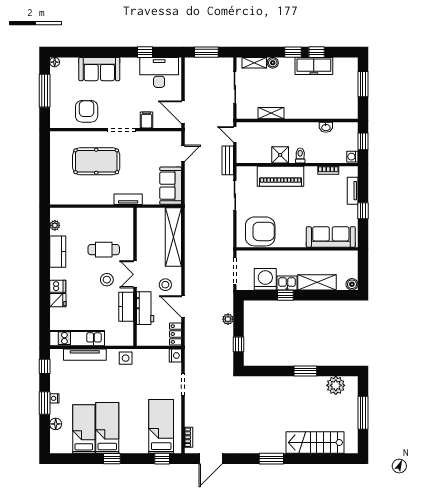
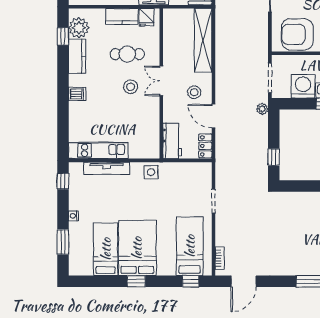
plant: (55, 225) -> (79, 28), width x1.88, depth x1.88
armchair: (260, 231) -> (297, 34), turned 180
window: (45, 233) -> (63, 36), added
fridge: (58, 300) -> (147, 17), moved, turned 90
kitchen counter: (126, 307) -> (122, 16), moved, turned -90
workbench: (145, 308) -> (172, 141), moved
plant: (228, 319) -> (262, 109), moved
nightstand: (175, 356) -> (205, 169), removed
window: (45, 403) -> (63, 242), moved
floor lamp: (56, 424) -> (75, 244), removed
bed: (107, 428) -> (137, 248), width x1.50

